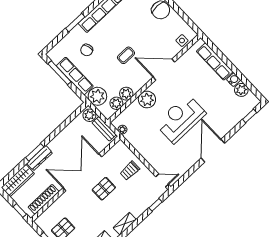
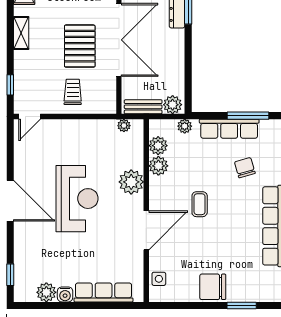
plant: (97, 96) -> (185, 126), width x0.53, depth x0.53
pallet: (104, 189) -> (80, 46), width x1.50, depth x1.42

